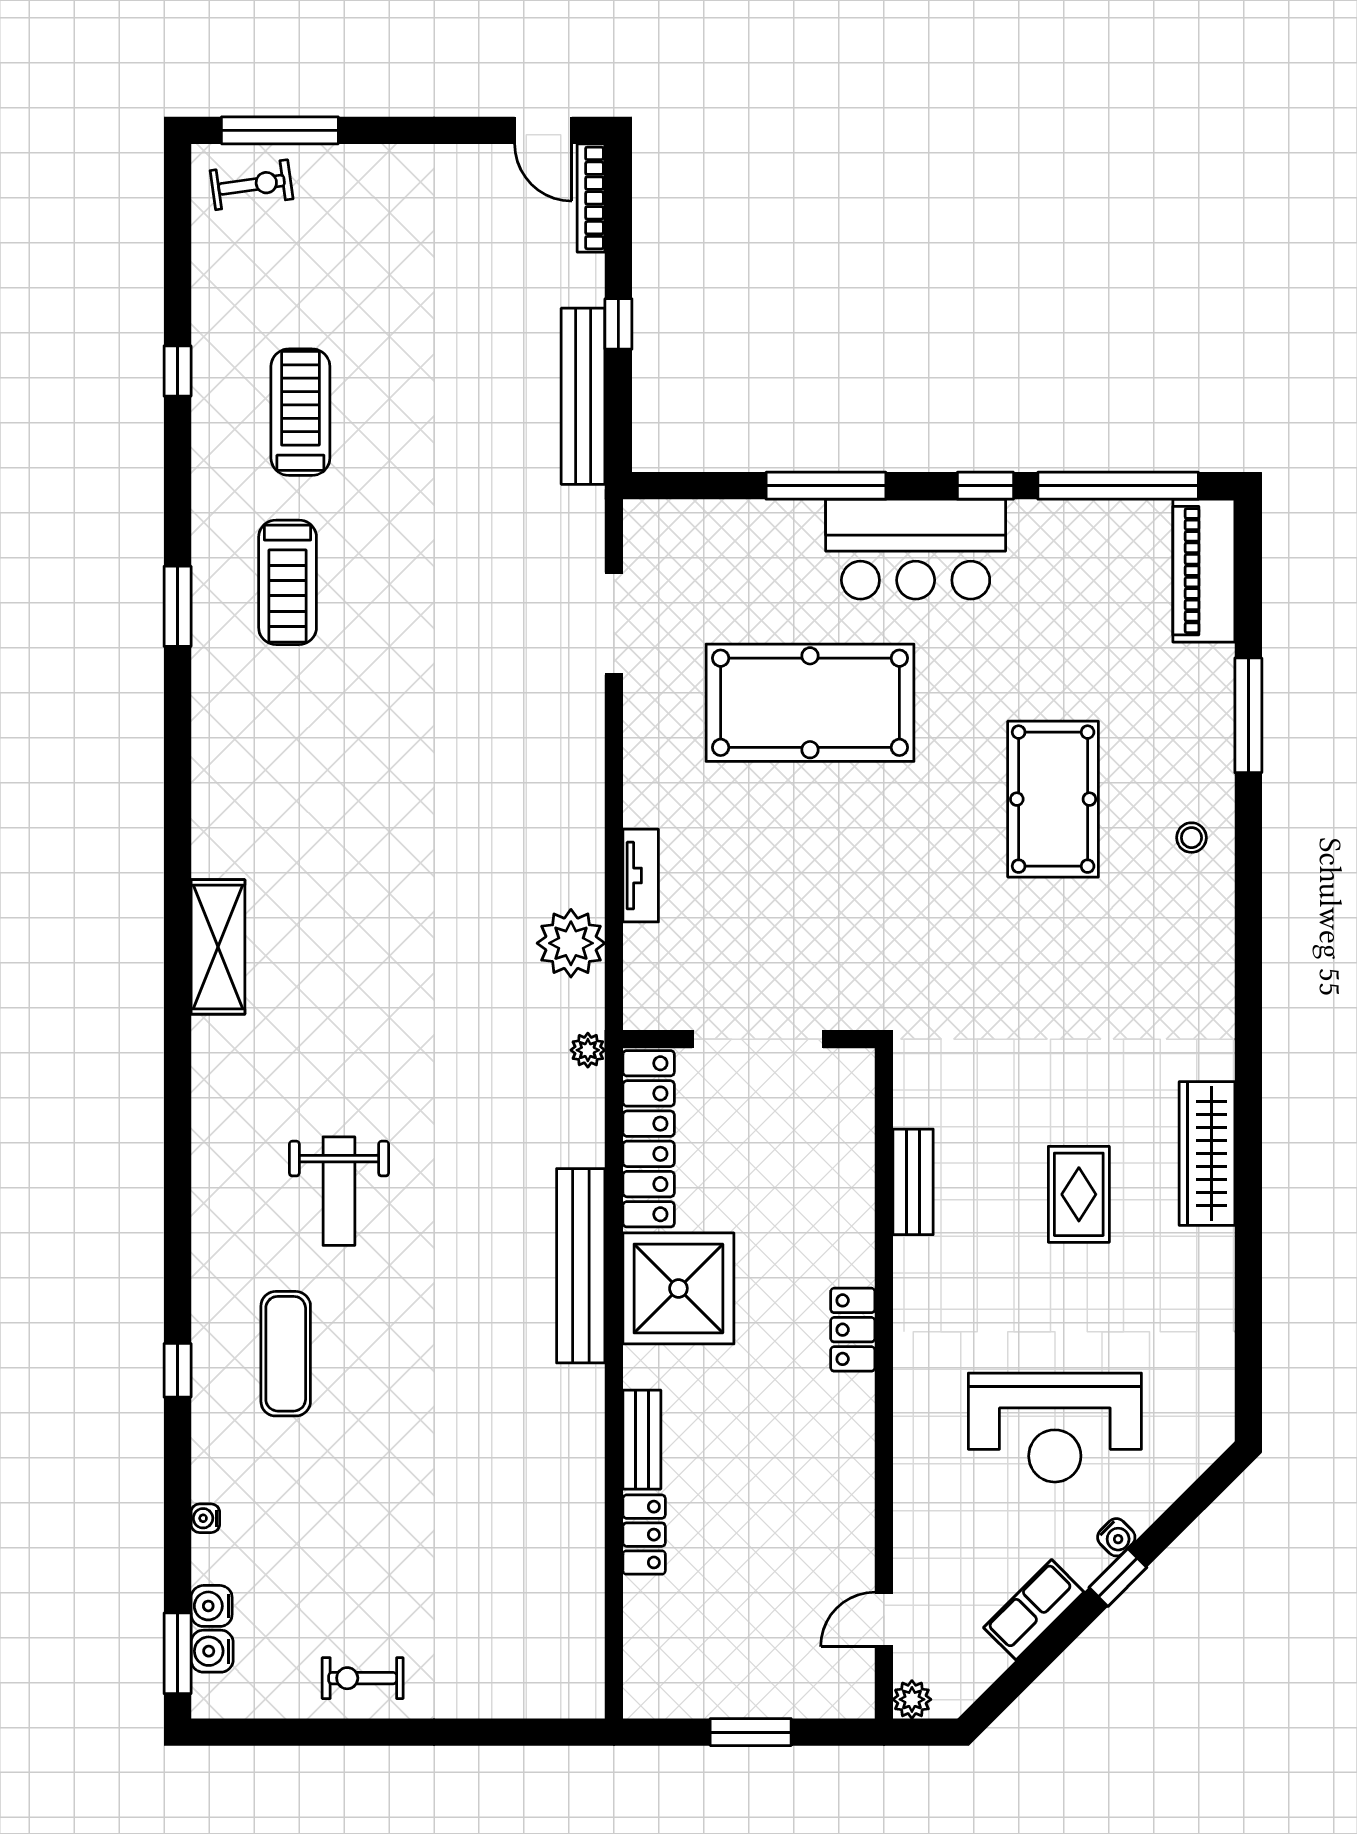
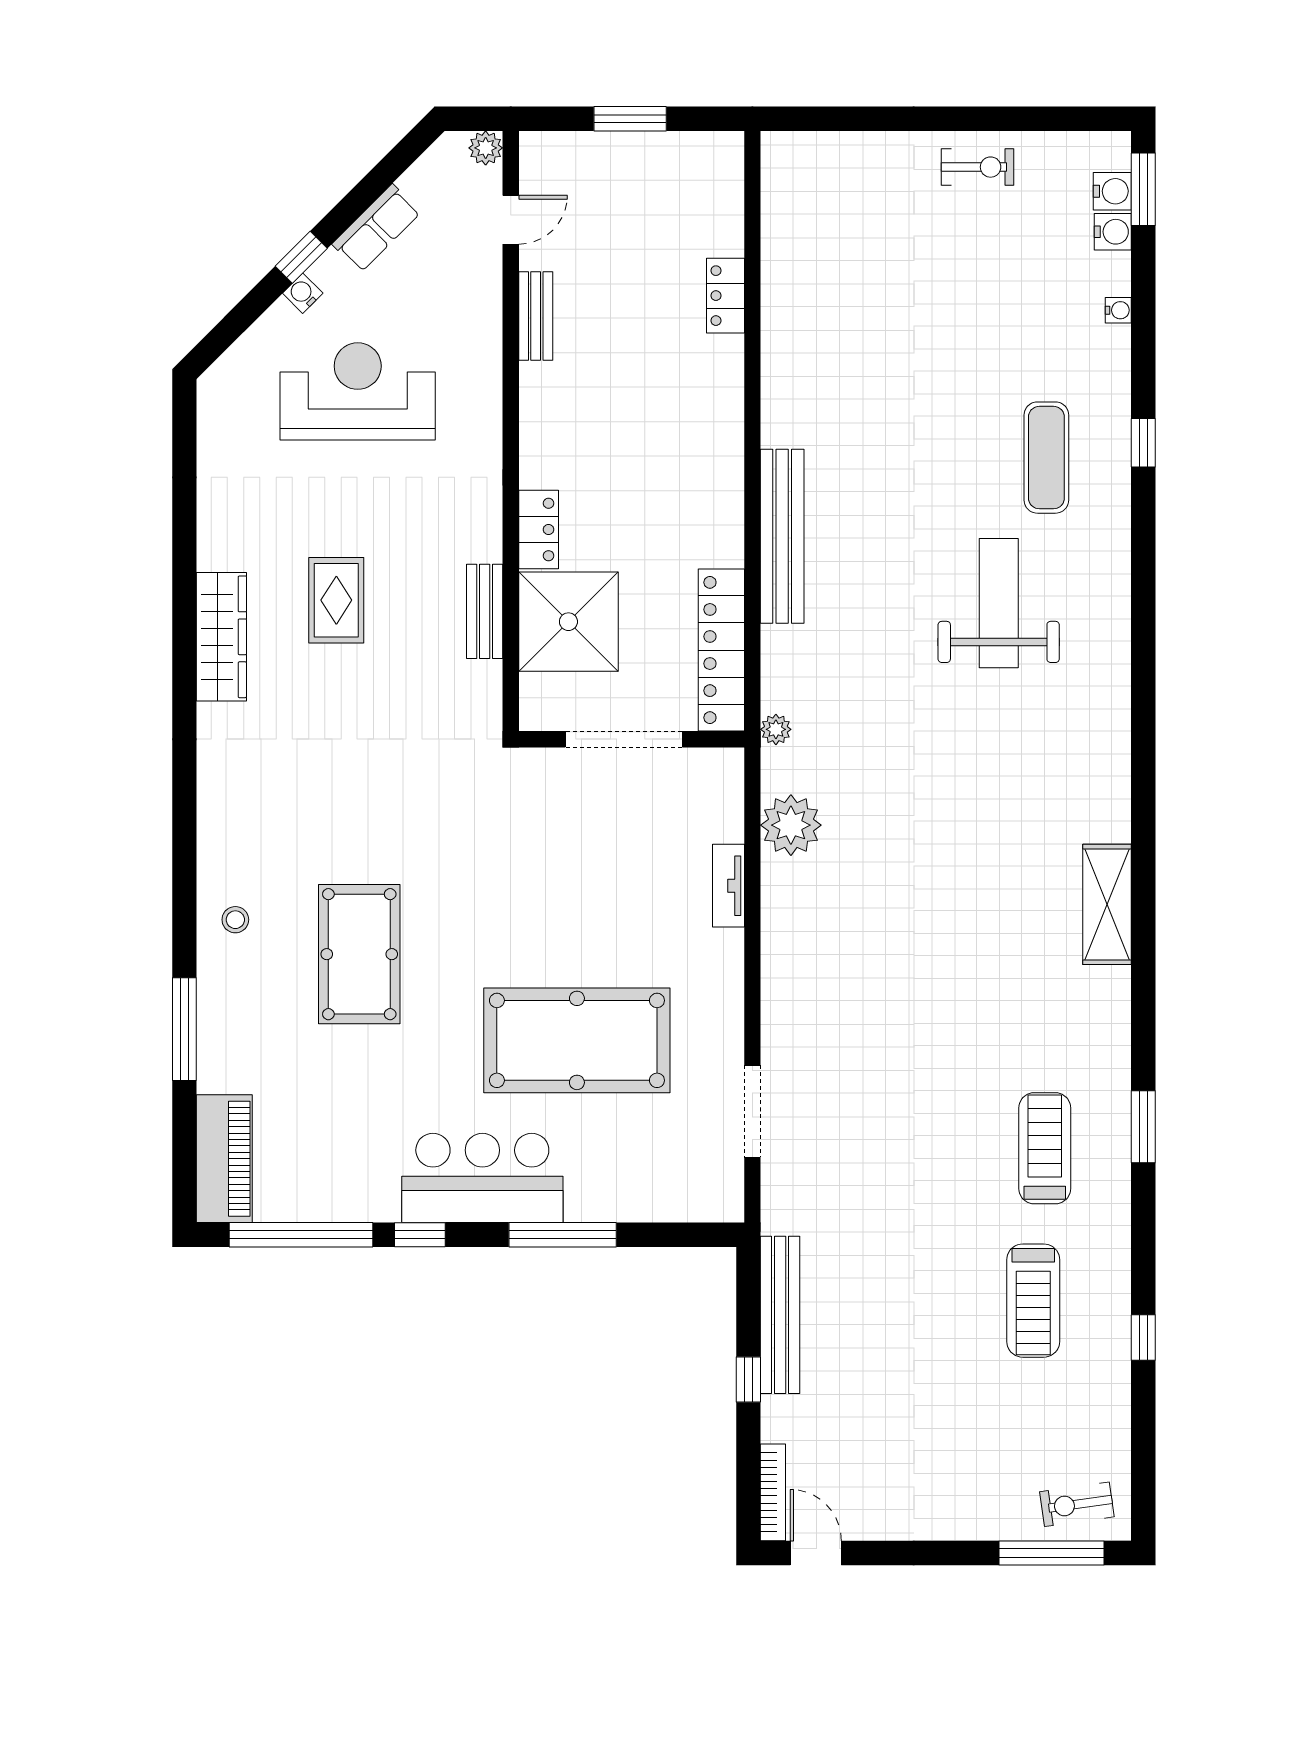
shelving: (218, 947) -> (1107, 904), moved
weight bench: (339, 1191) -> (999, 603), width x1.36, depth x1.33
shower: (678, 1288) -> (568, 622), moved
locker: (853, 1330) -> (539, 529), moved
bench: (642, 1440) -> (536, 316), moved

